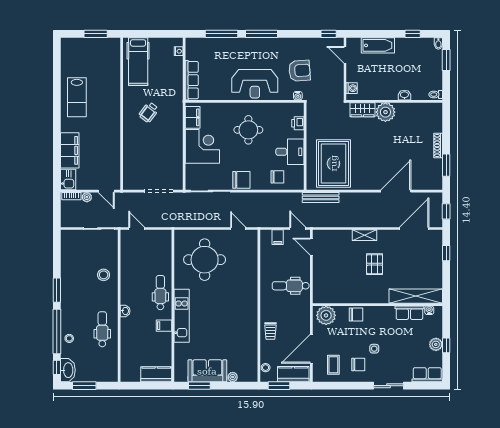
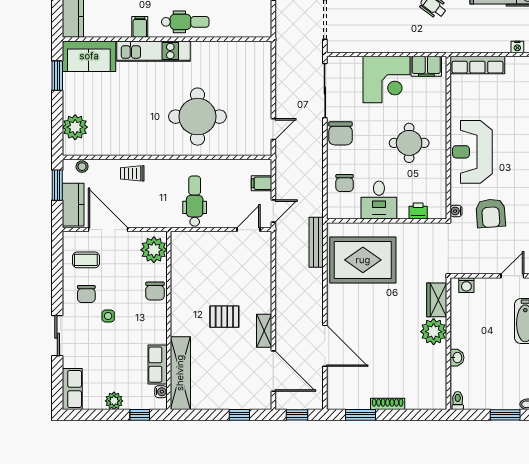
shelving: (365, 235) -> (264, 331), moved
round table: (205, 260) -> (197, 117), moved
window: (446, 345) -> (140, 415), moved
sofa: (207, 371) -> (89, 56), moved, turned 90
plant: (233, 377) -> (75, 127), width x1.88, depth x1.88

